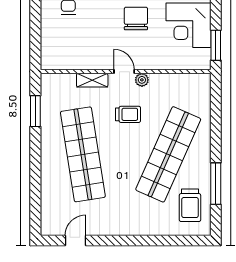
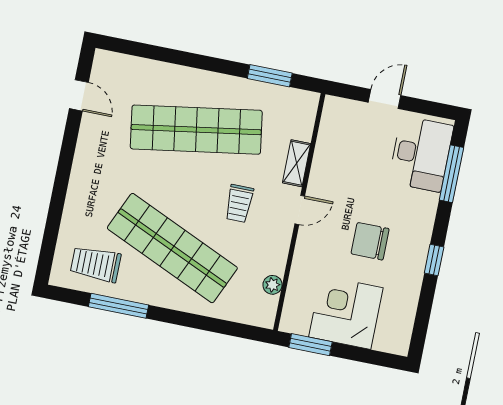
chair: (136, 18) -> (370, 241), turned 180
door: (35, 28) -> (385, 99), added
plant: (142, 80) -> (273, 285), moved

